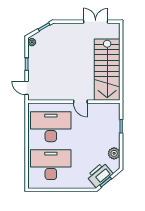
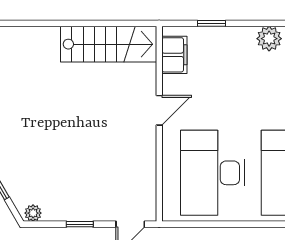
stairs: (107, 70) -> (109, 44), width x0.73, depth x0.66
filing cabinet: (106, 109) -> (174, 55), added

